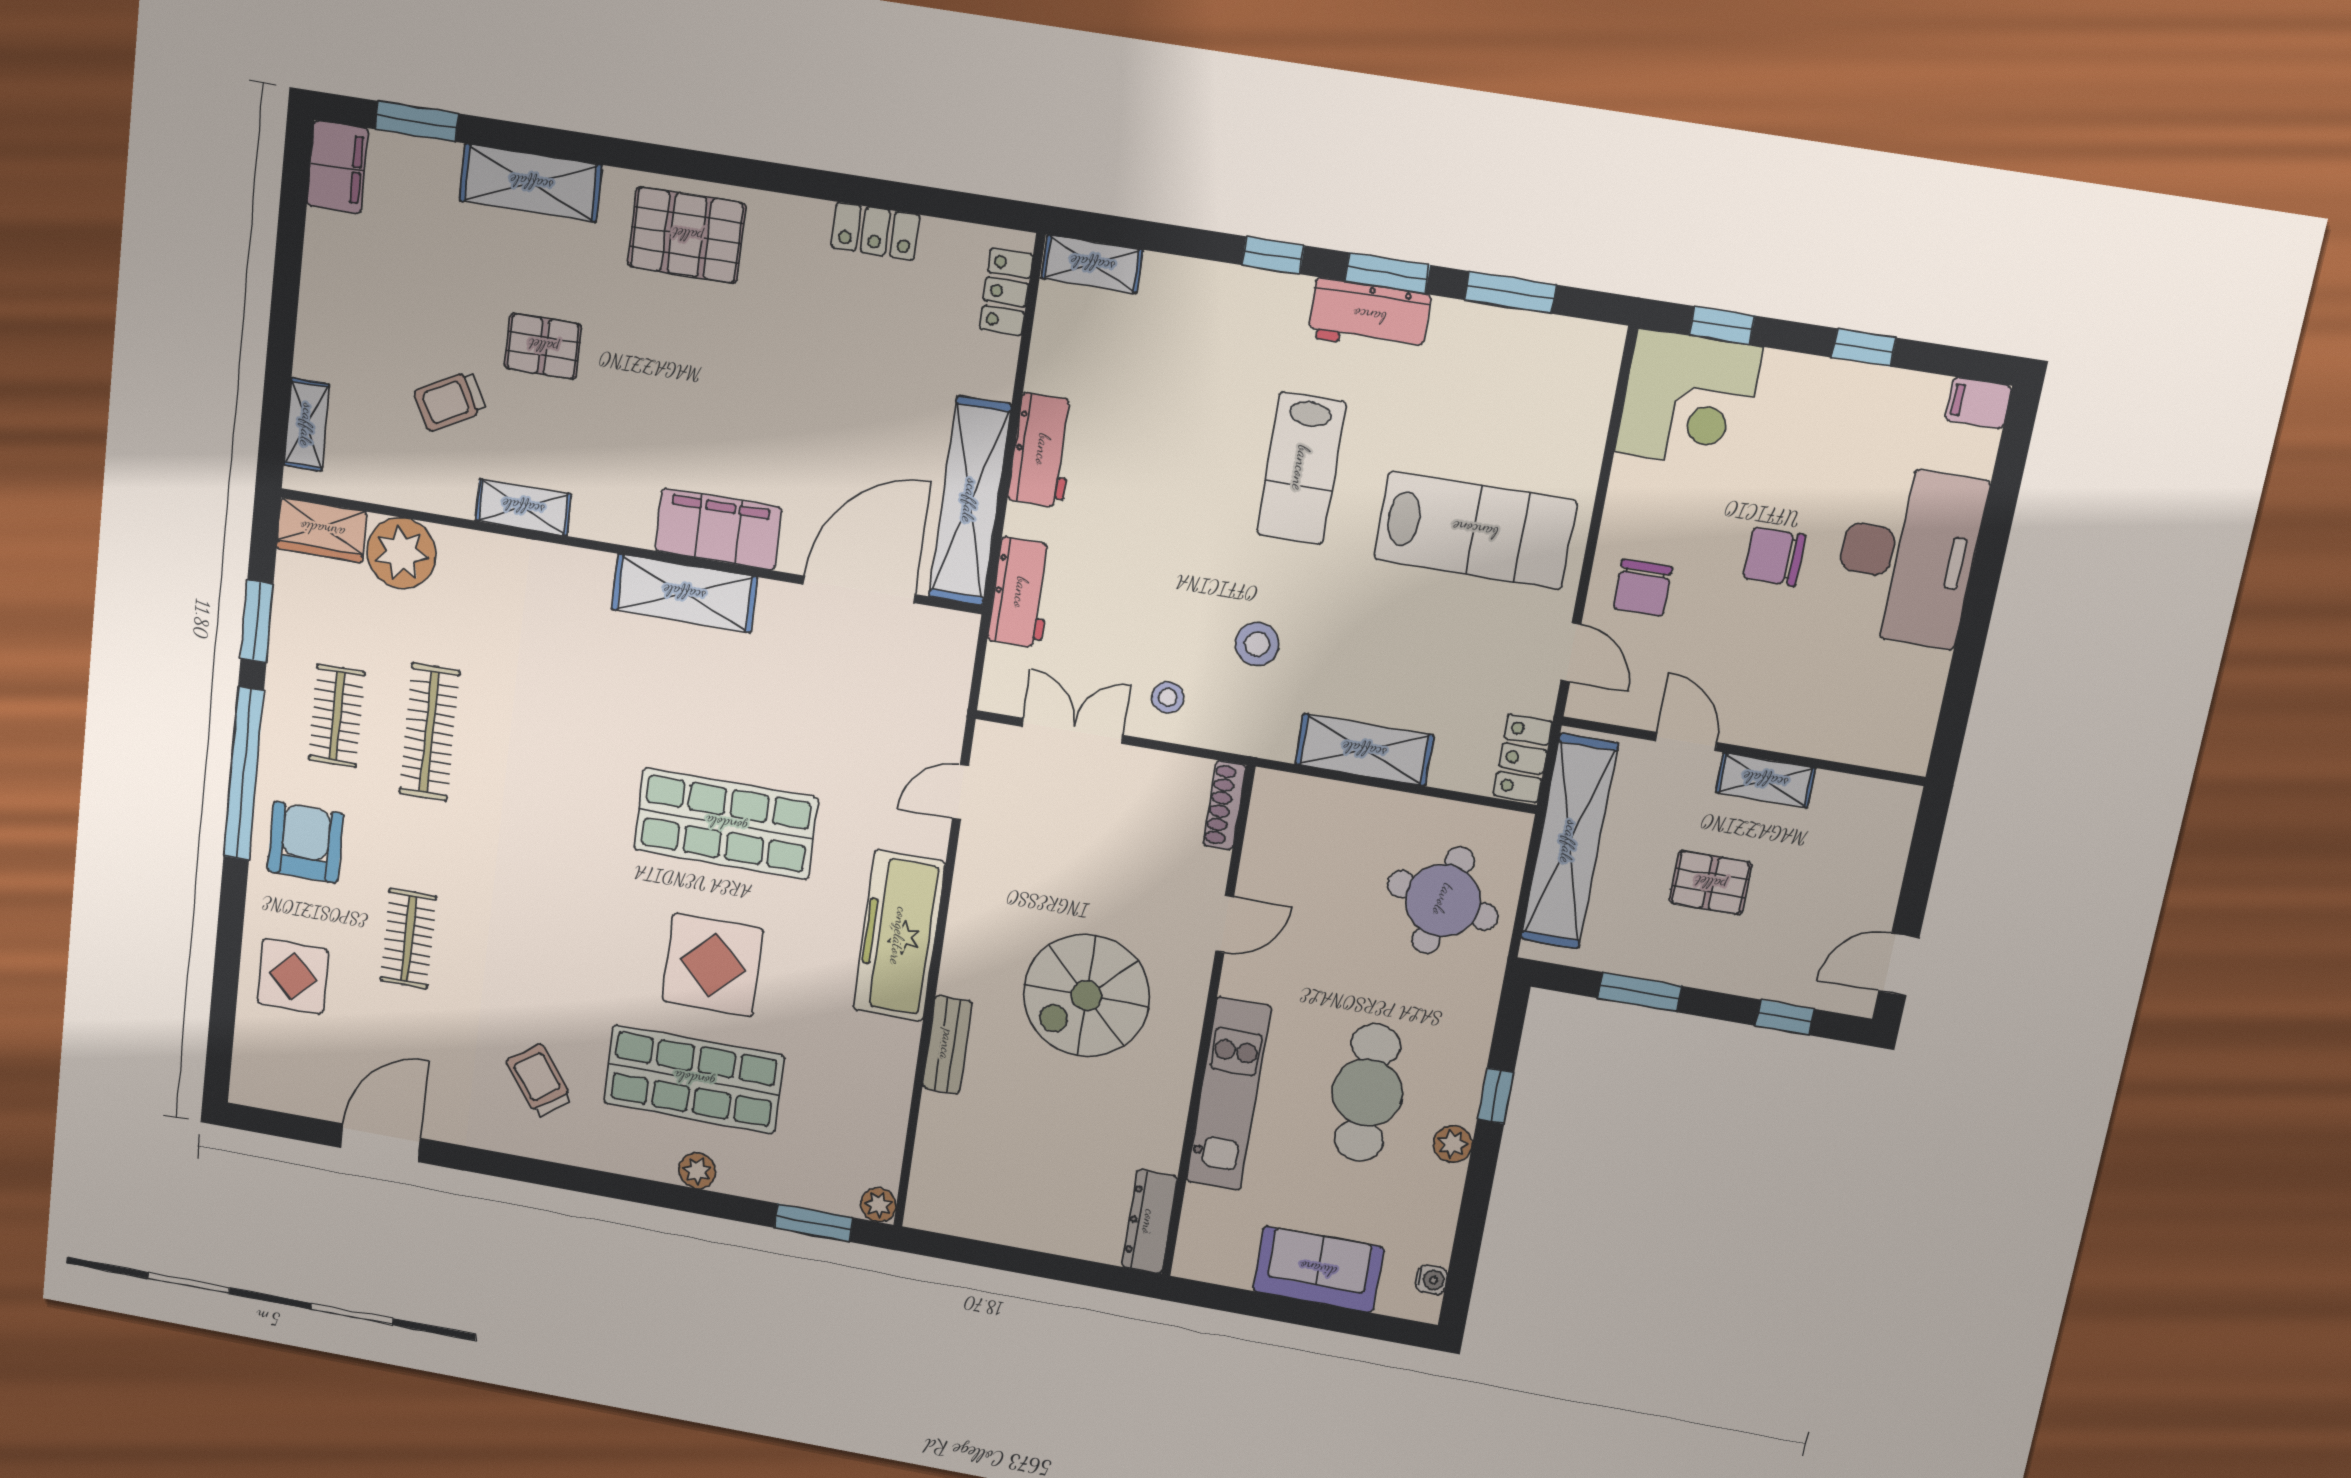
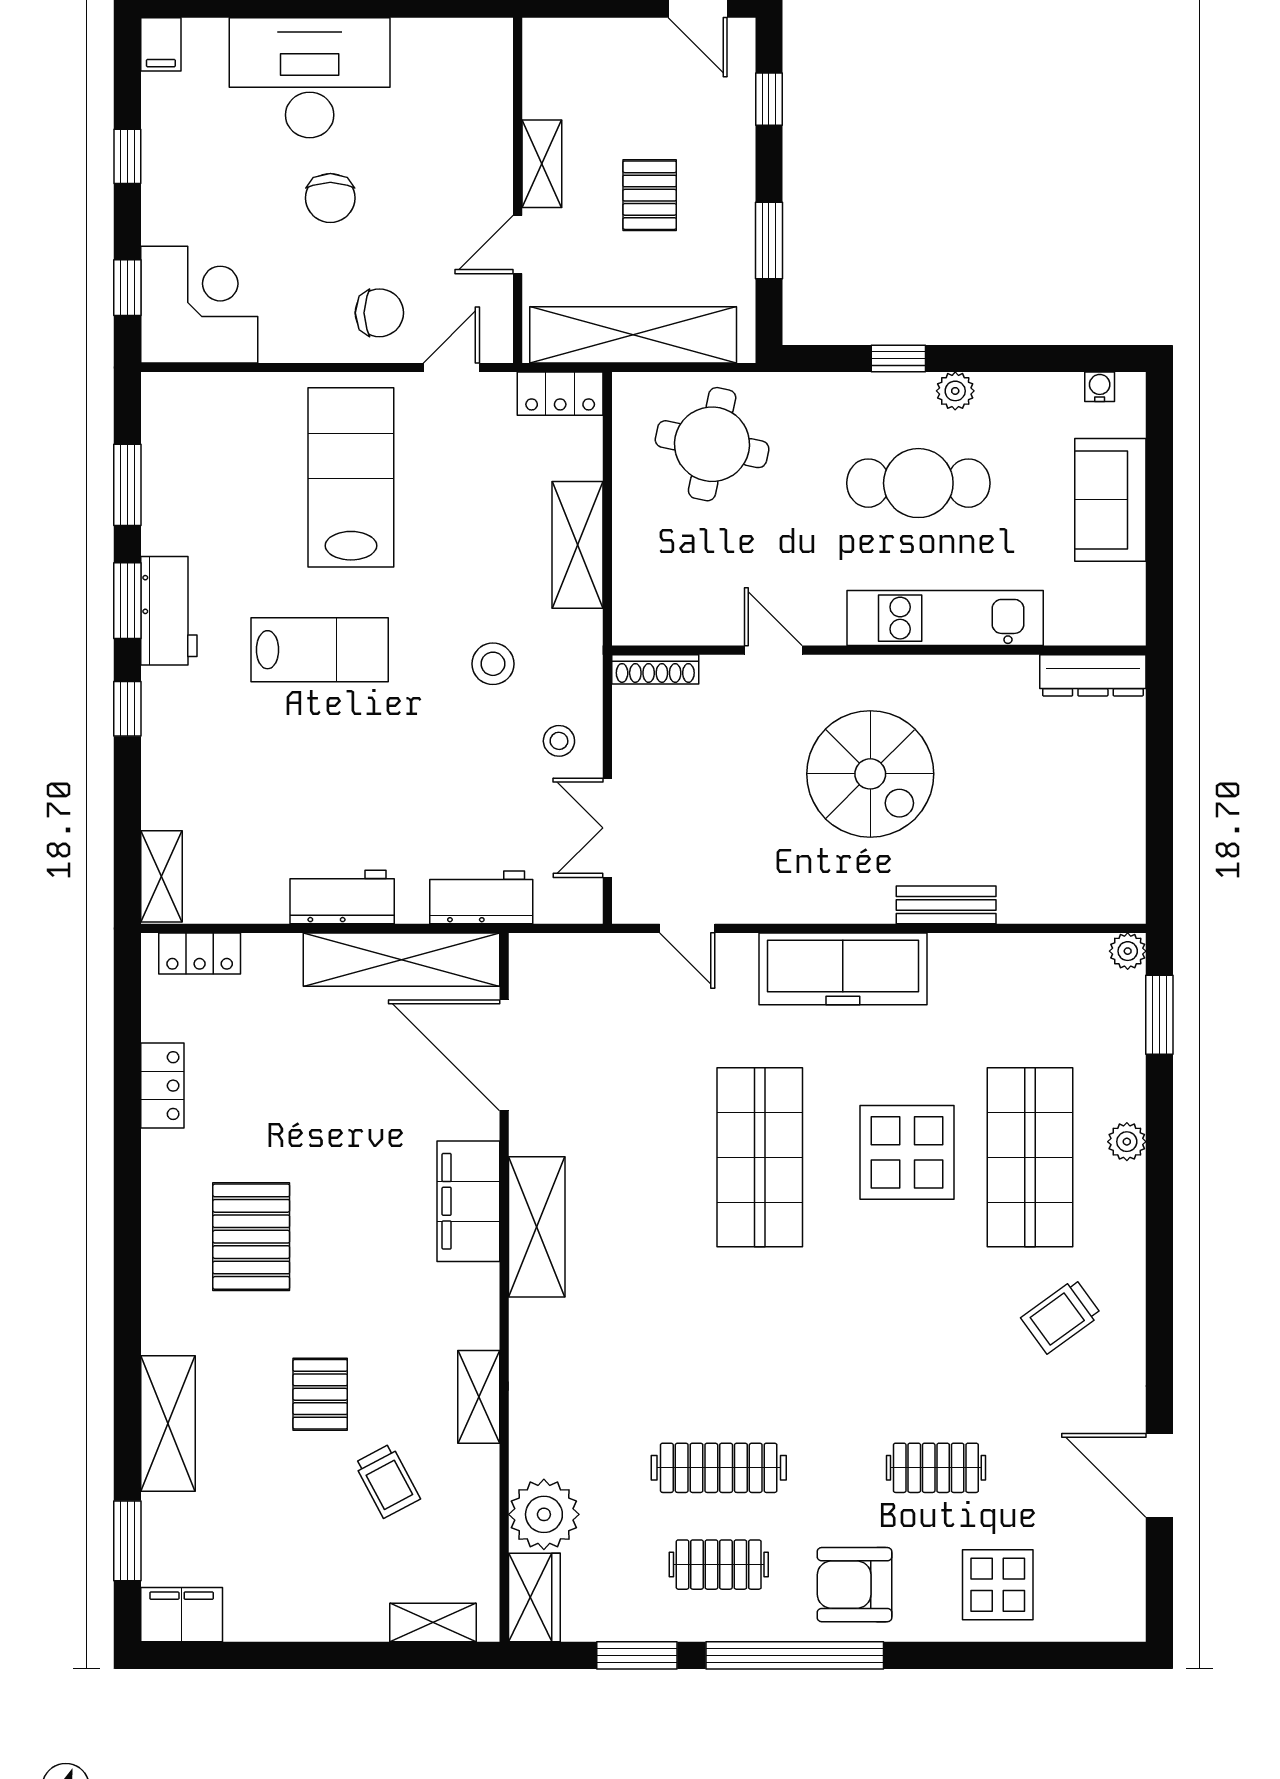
pallet: (687, 235) -> (251, 1237), moved

